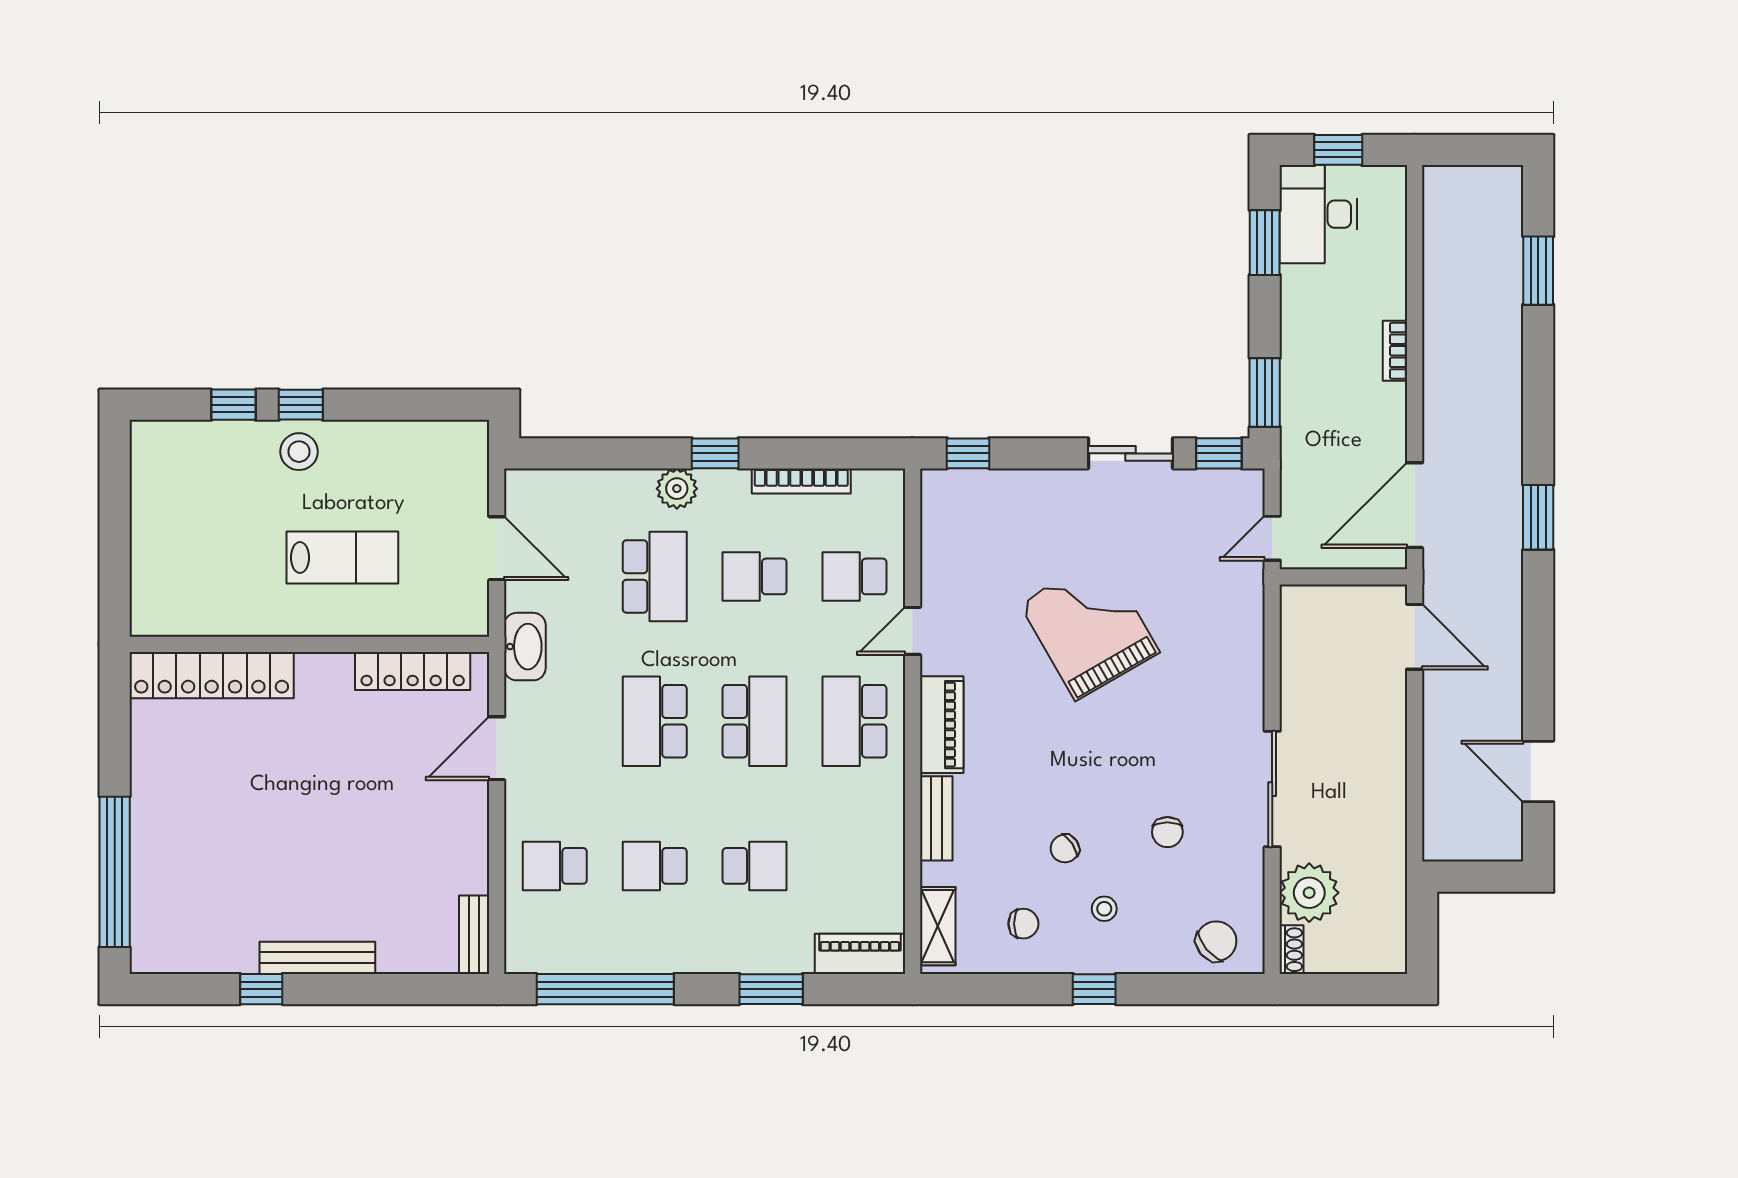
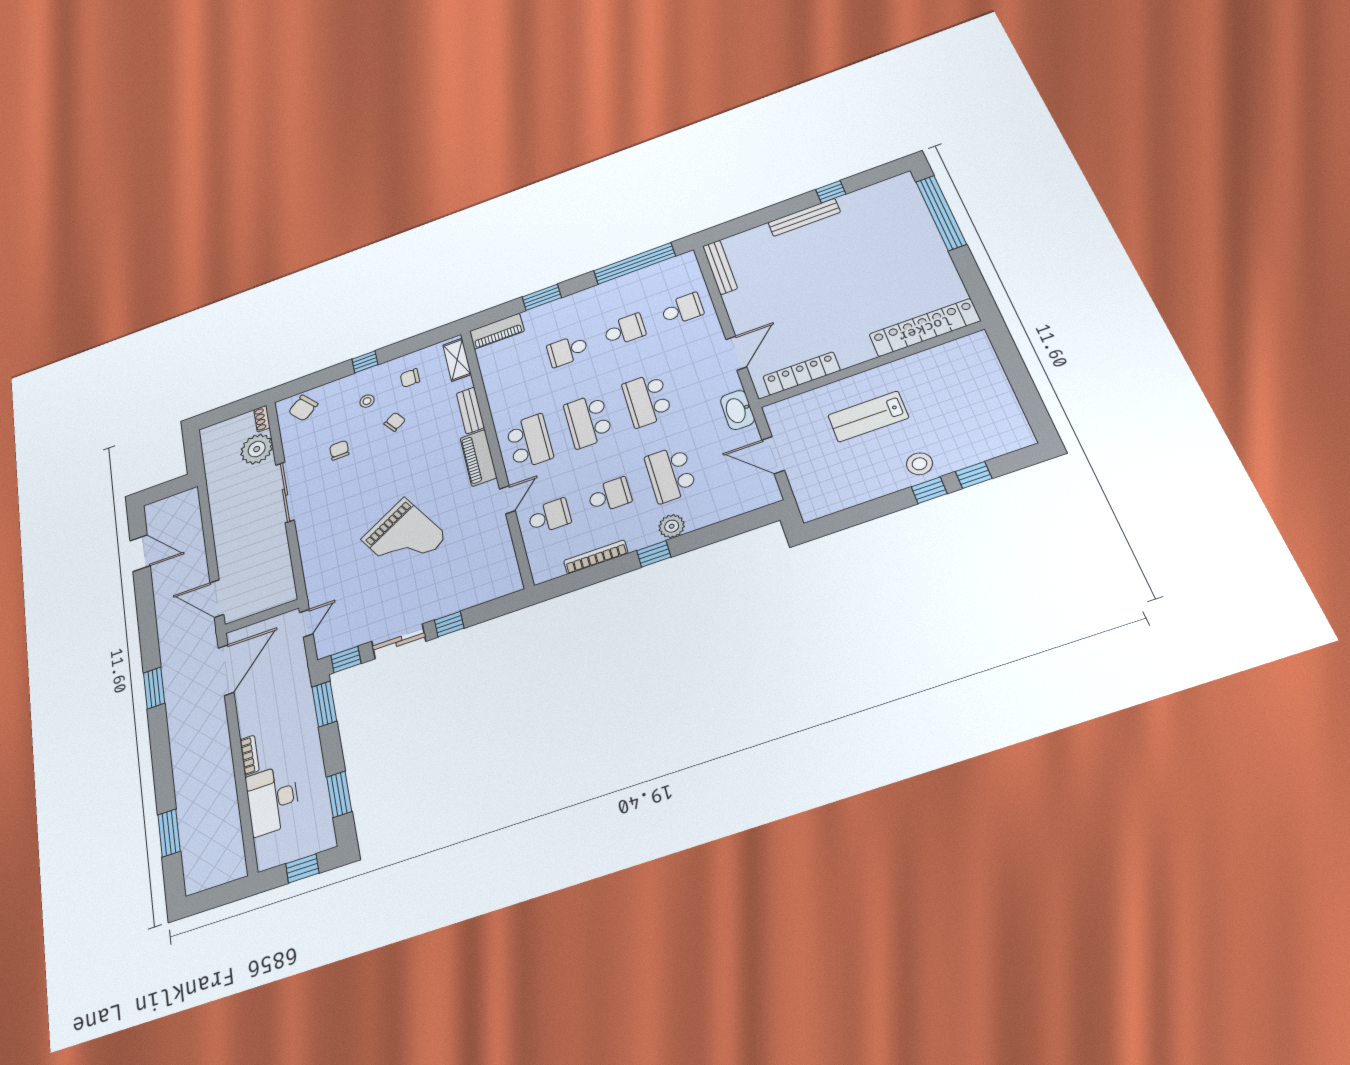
desk: (1318, 214) -> (273, 800), moved, turned 180
window: (968, 453) -> (449, 624), moved
school desk: (655, 721) -> (647, 400), turned 180
bench: (474, 935) -> (720, 267), width x1.36

